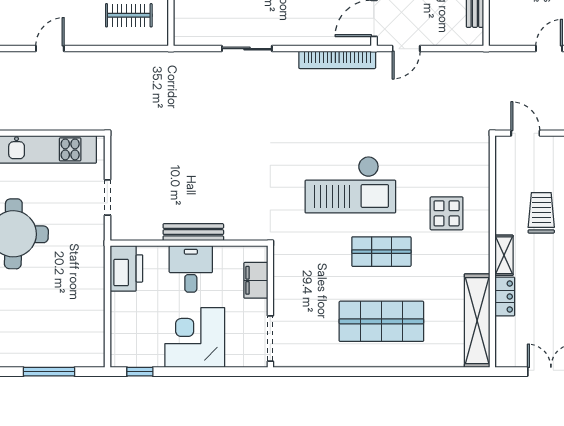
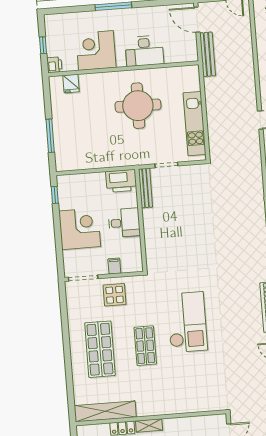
checkout: (350, 185) -> (187, 322), turned 180
display table: (447, 213) -> (115, 295), moved
bench: (193, 232) -> (146, 188), moved
filing cabinet: (256, 280) -> (114, 266), width x0.50

